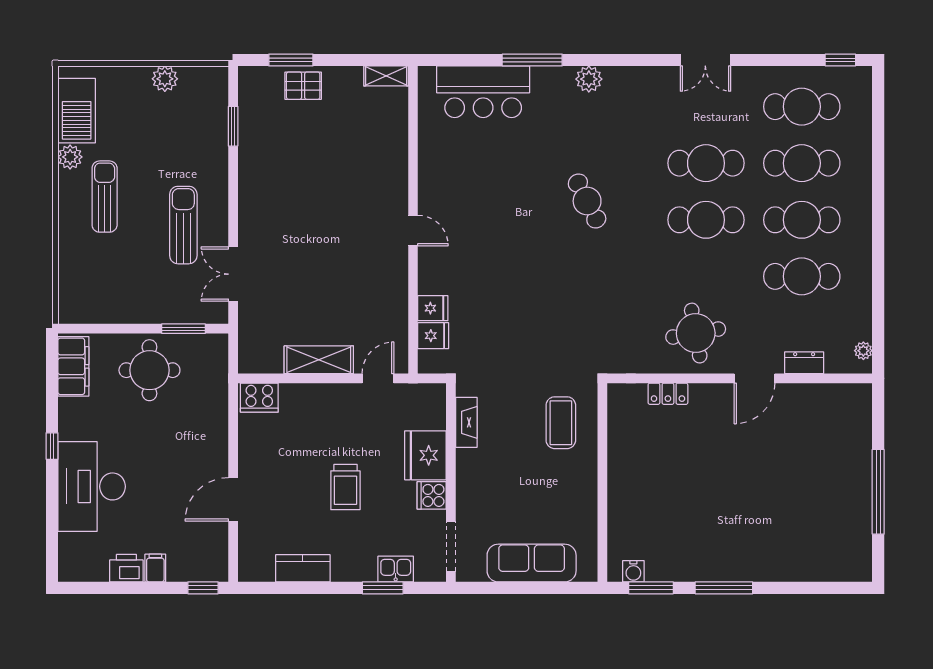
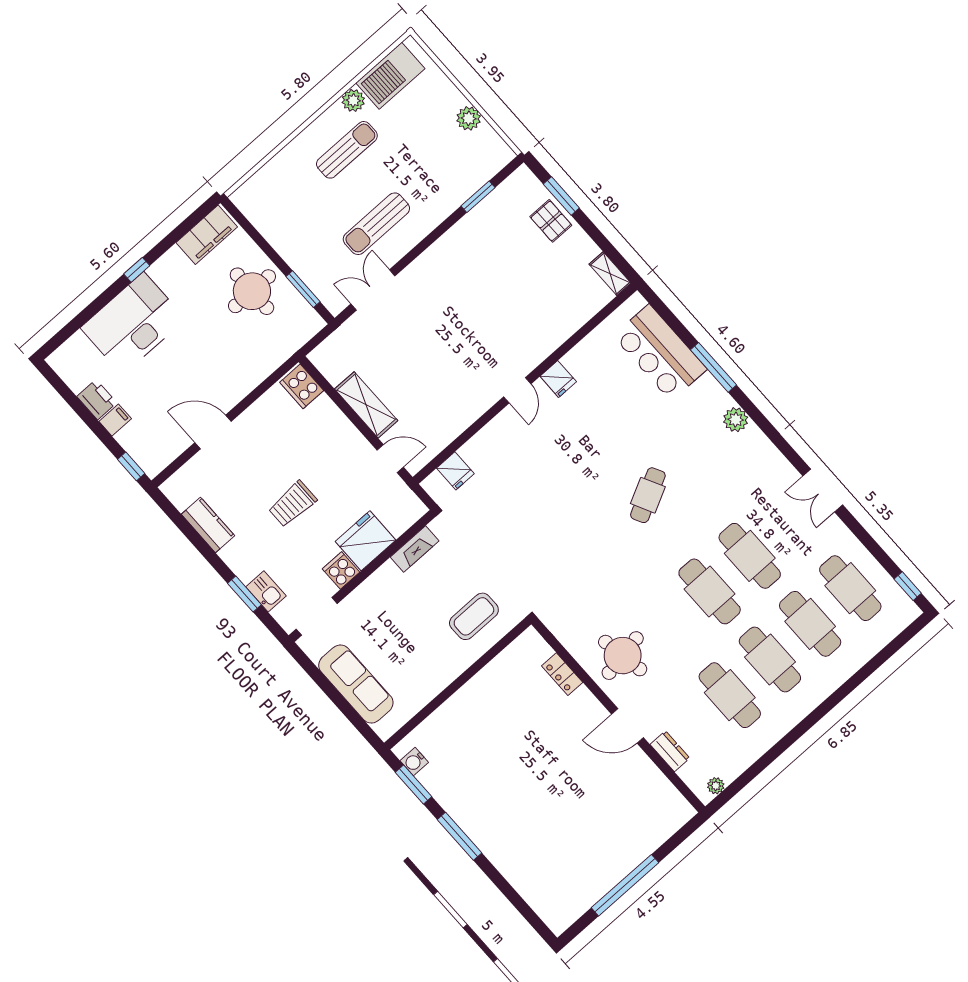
sun lounger: (183, 225) -> (376, 224), turned 180
fridge: (433, 308) -> (558, 379), moved

